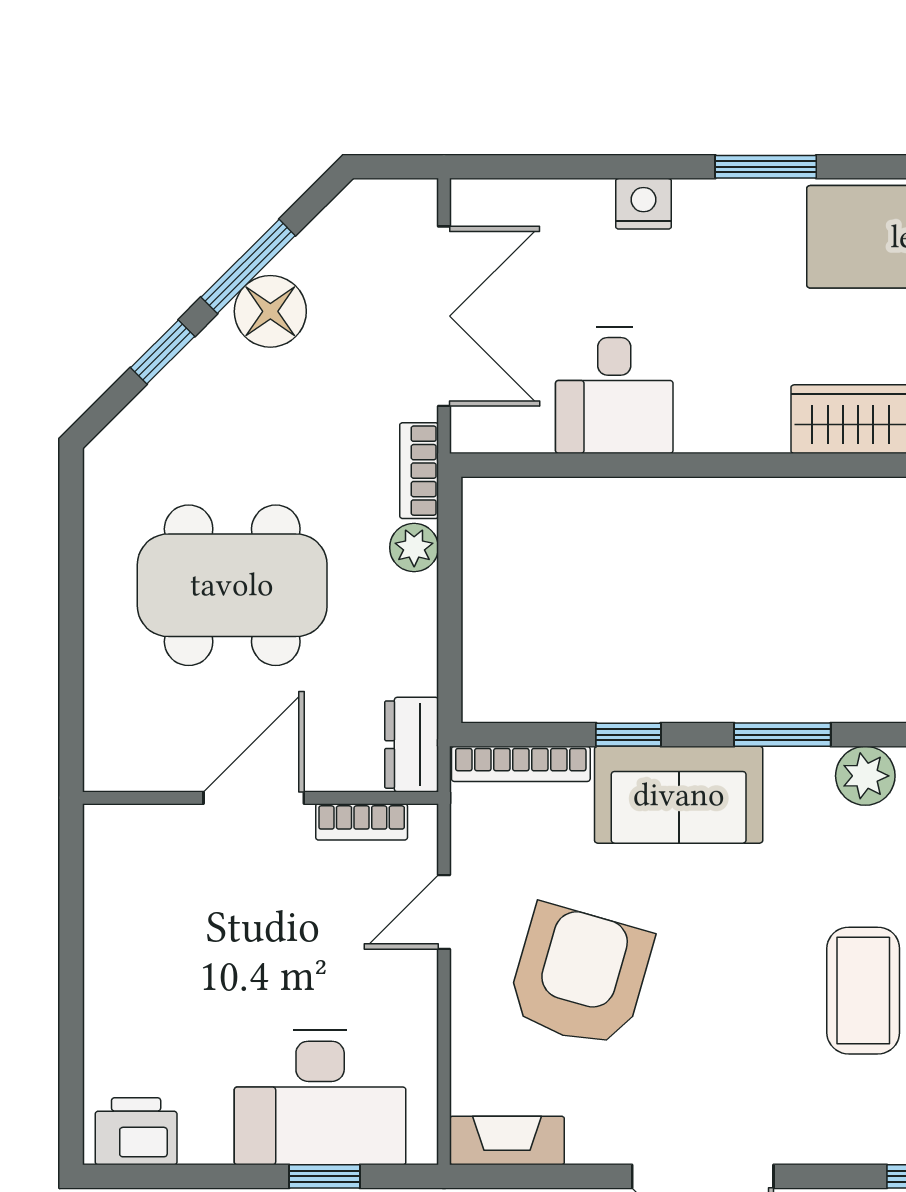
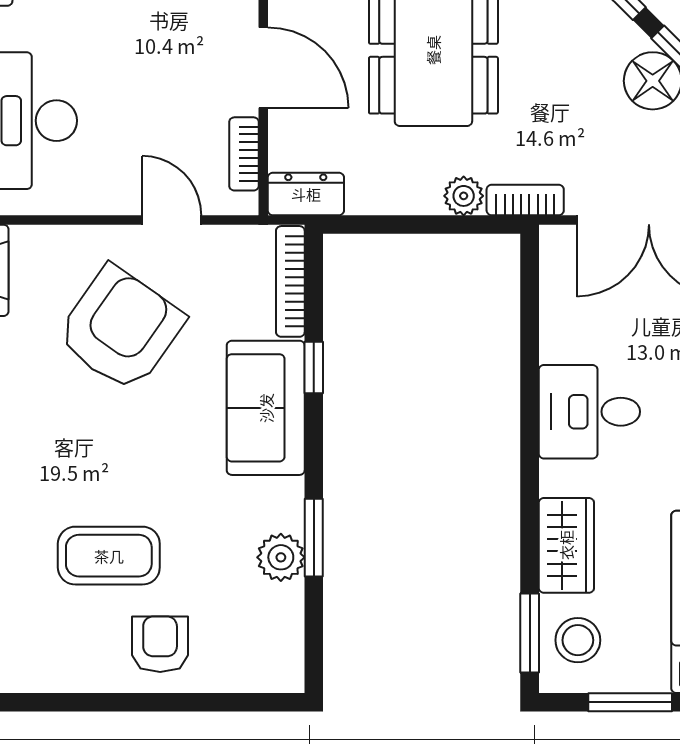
desk: (614, 390) -> (589, 412), moved
window: (782, 735) -> (314, 538), moved
armchair: (580, 976) -> (120, 329), turned -71

